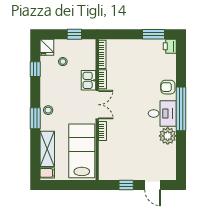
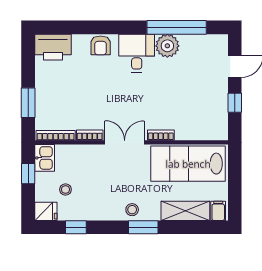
window: (153, 34) -> (28, 103), moved
printer: (170, 46) -> (53, 47), width x1.87, depth x1.48
kitchen sink: (89, 80) -> (45, 158), moved, turned -90
window: (181, 109) -> (177, 27), moved

